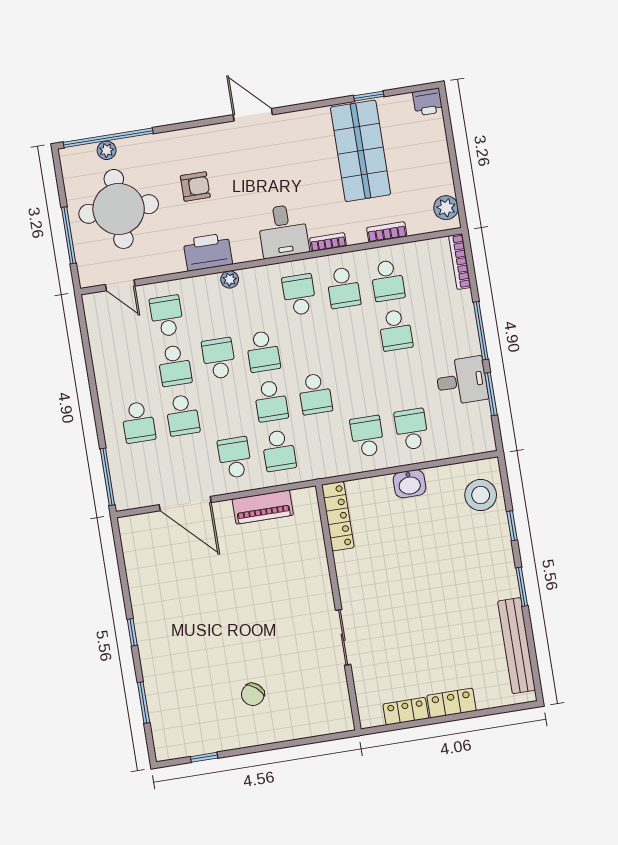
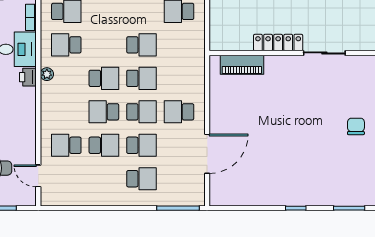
printer: (208, 252) -> (28, 77), moved, width x0.53, depth x0.68
plant: (230, 279) -> (47, 74), moved
door: (120, 285) -> (38, 176), swing flipped
school desk: (279, 451) -> (141, 112), moved
piano: (263, 507) -> (242, 65), moved, turned 90
locker: (338, 516) -> (278, 43), moved
chair: (253, 694) -> (356, 126), turned -131

